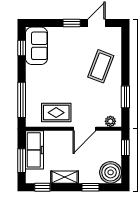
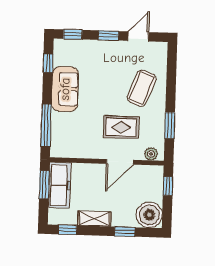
window: (42, 23) -> (73, 34), added
sofa: (36, 46) -> (65, 89), moved
rug: (56, 113) -> (121, 127), moved
window: (22, 161) -> (44, 185), moved

